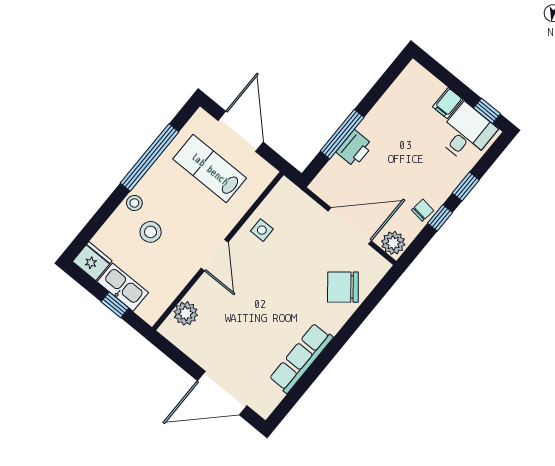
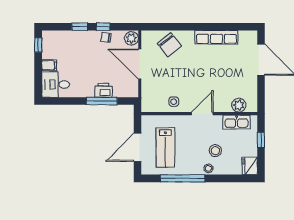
desk: (466, 133) -> (56, 85), moved
kitchen sink: (123, 287) -> (237, 122), moved, turned -90

